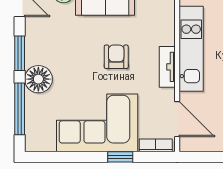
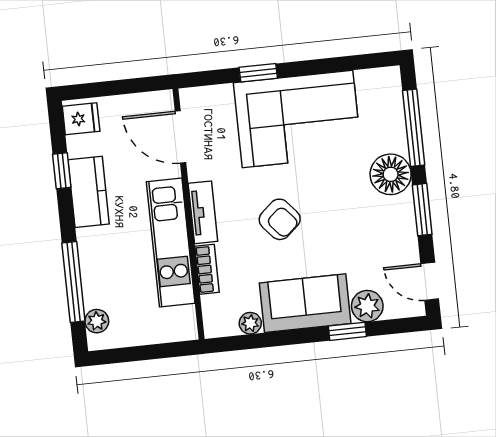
armchair: (116, 57) -> (280, 219), turned -41
bookcase: (156, 145) -> (207, 269), moved, turned -90

